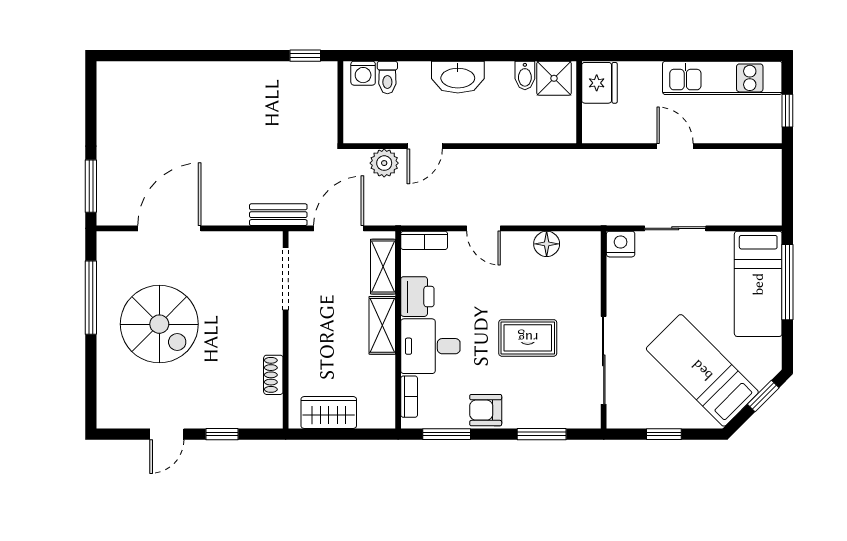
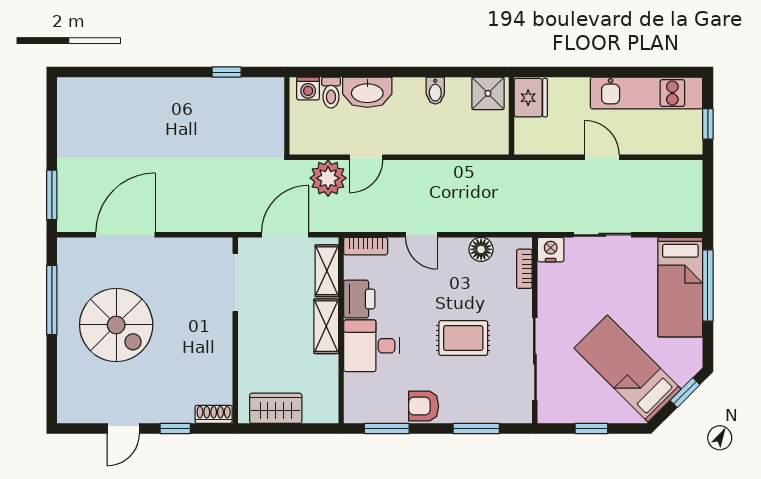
window: (305, 56) -> (227, 72), moved
bidet: (525, 75) -> (435, 91), moved
washbasin: (458, 77) -> (367, 92), moved
plant: (384, 163) -> (328, 178), width x1.36, depth x1.36
bench: (278, 215) -> (228, 222), removed
shoe rack: (273, 375) -> (214, 414), moved, turned 90
bookcase: (409, 397) -> (524, 269), moved, turned 180

